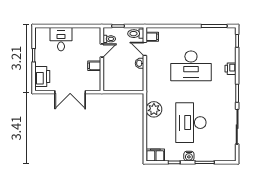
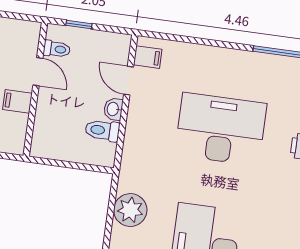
toilet: (136, 34) -> (102, 130), moved
door: (102, 51) -> (38, 72), hinge flipped
desk: (191, 66) -> (221, 129), turned 180

